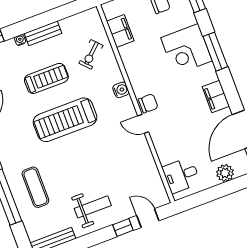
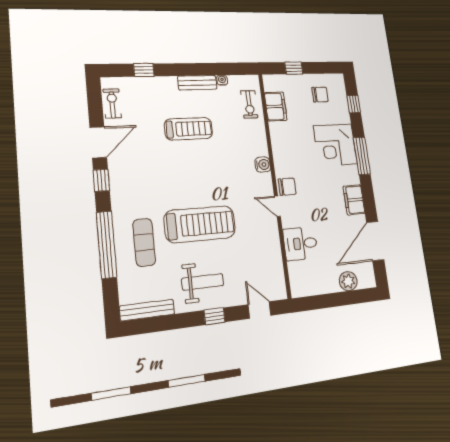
water cooler: (20, 40) -> (222, 80), moved
exercise bike: (91, 54) -> (249, 104), moved, turned -47
treadmill: (65, 120) -> (200, 224), moved, turned 180
desk: (181, 175) -> (301, 244), moved
window: (123, 227) -> (214, 316), moved

